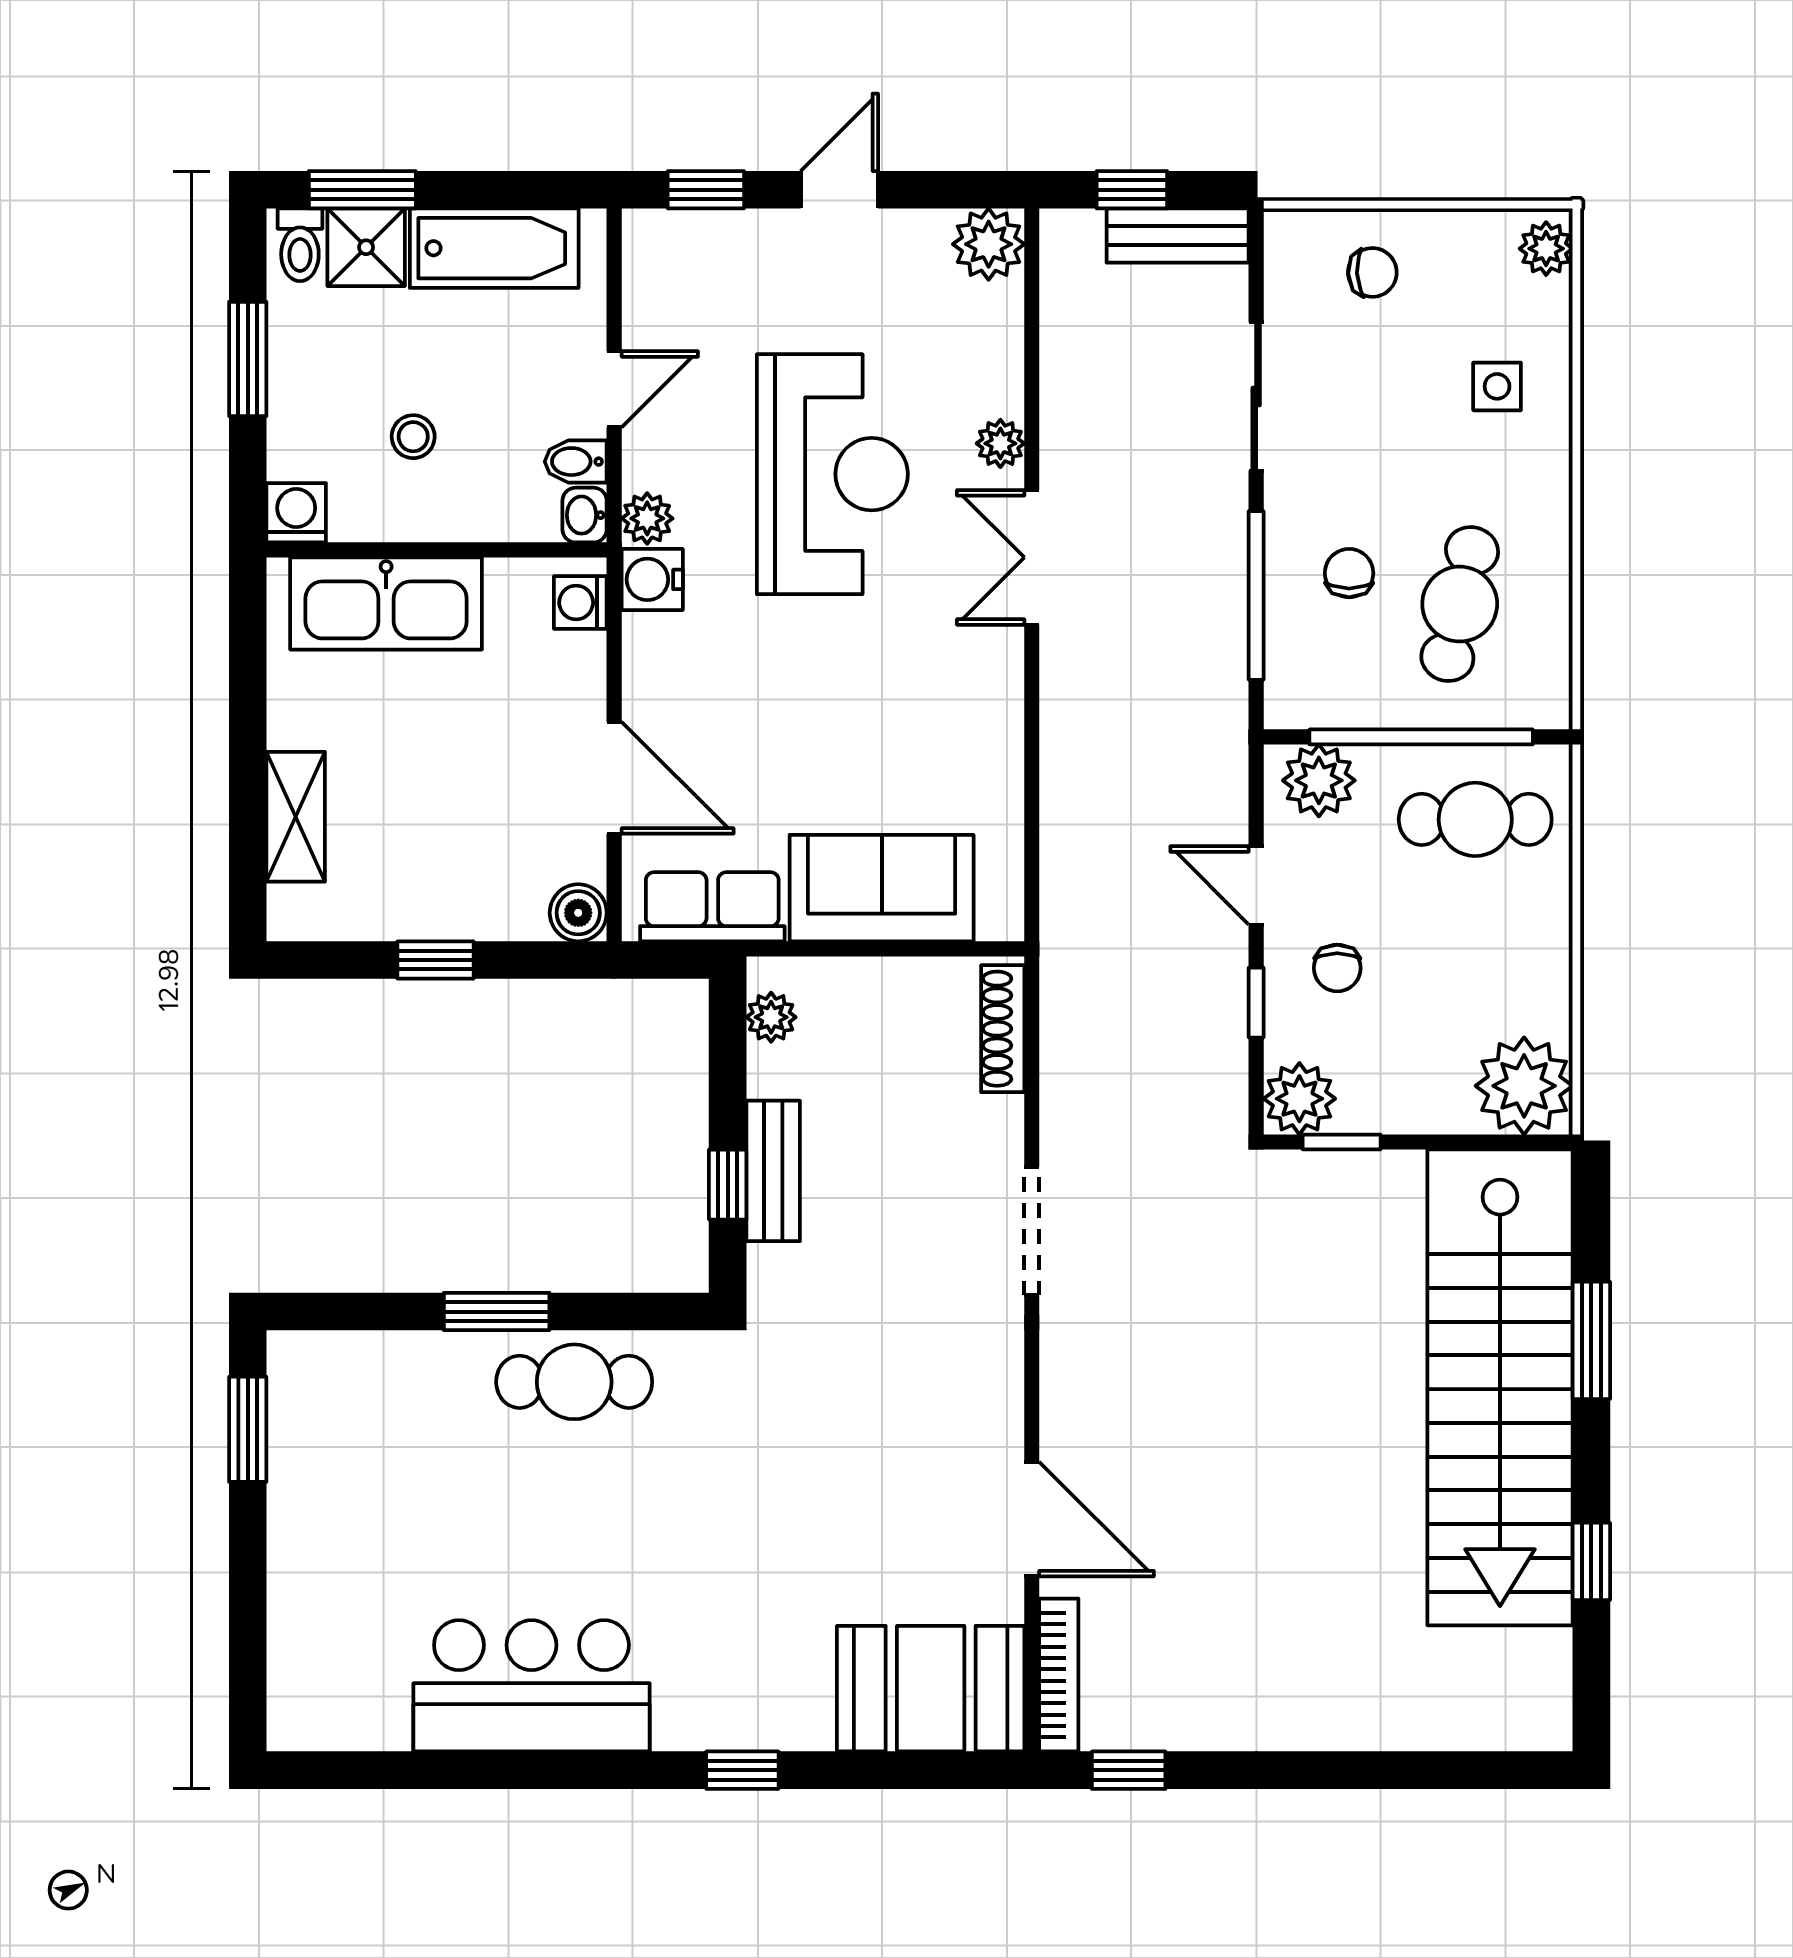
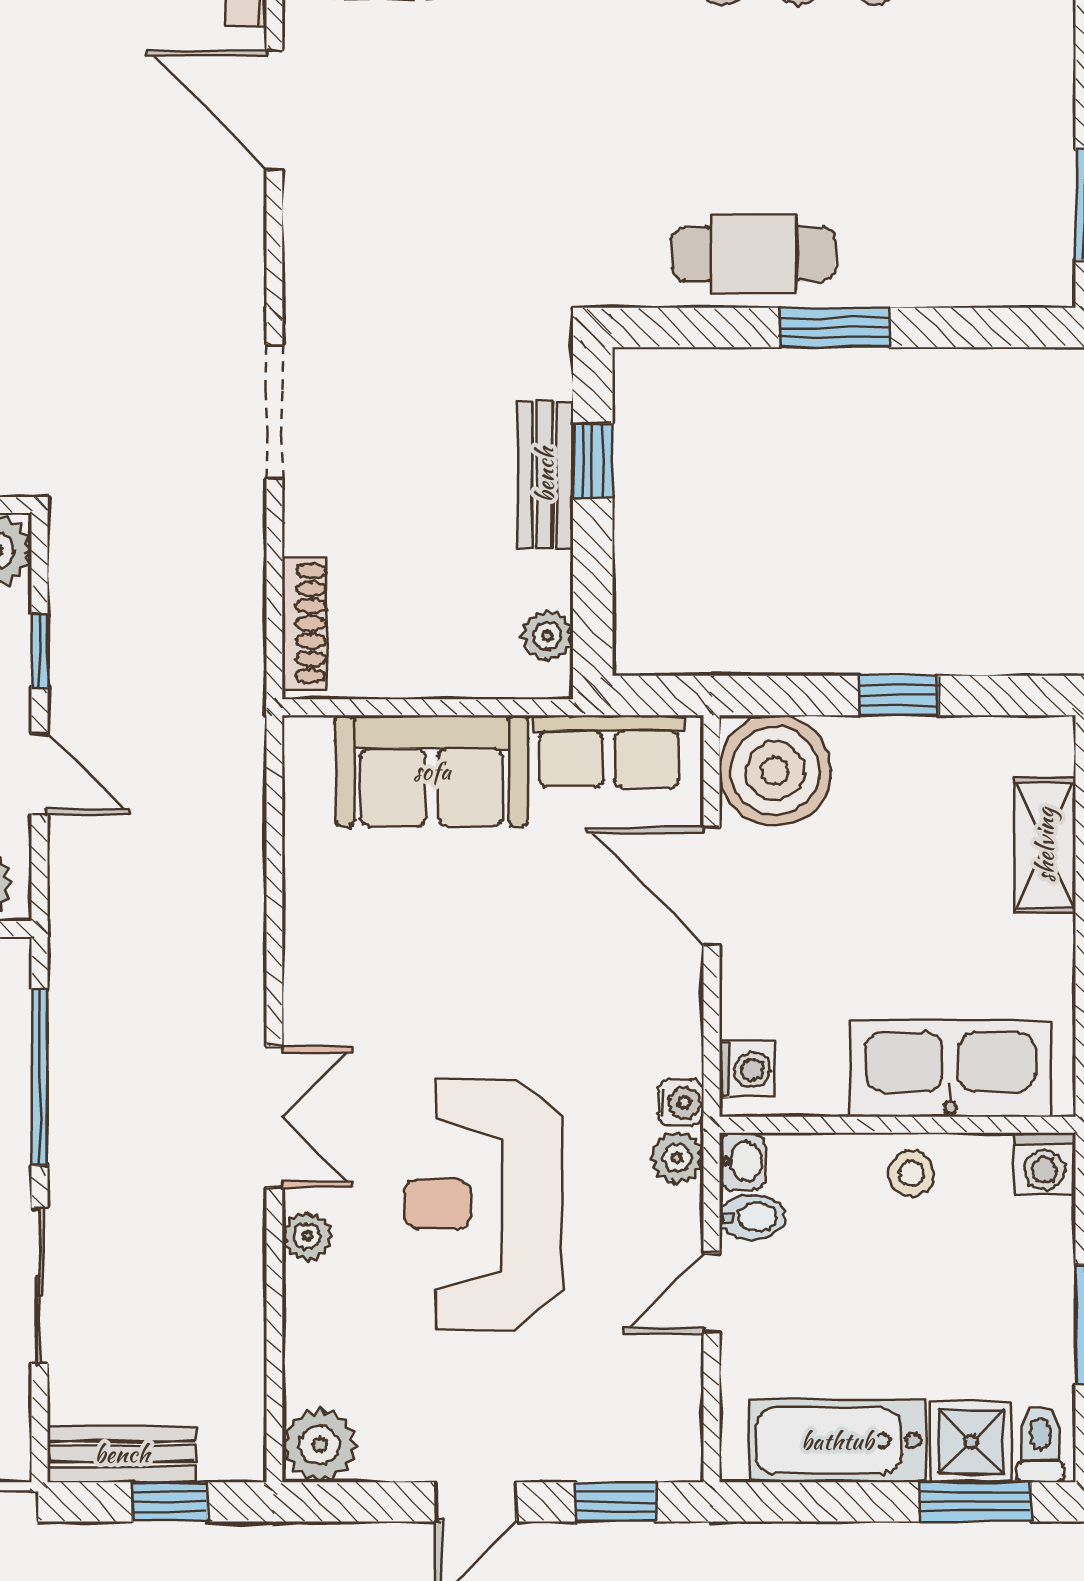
stool: (413, 437) -> (911, 1173), moved
water cooler: (652, 579) -> (681, 1103), width x0.72, depth x0.72
boiler: (578, 913) -> (775, 771), width x1.86, depth x1.86

